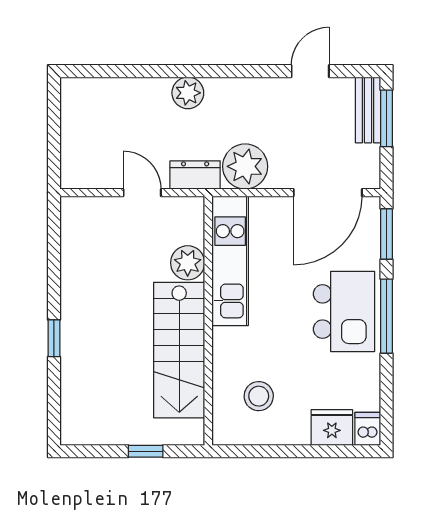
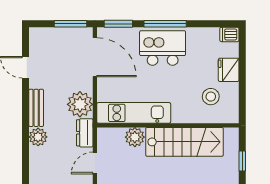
bench: (368, 110) -> (36, 108), moved, turned 90
window: (387, 118) -> (70, 24), moved
fridge: (332, 427) -> (229, 70), moved

